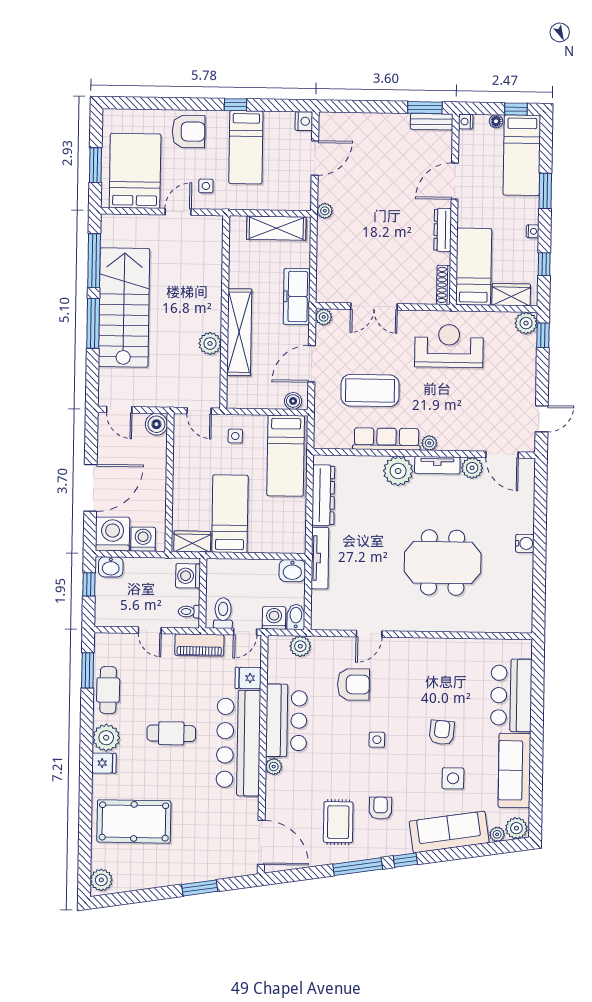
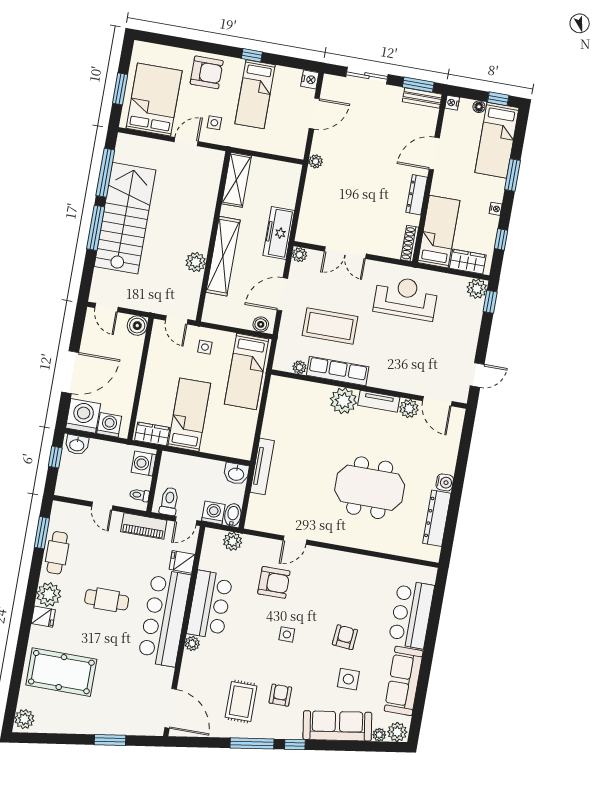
sliding door: (366, 107) -> (367, 76), added
shelving: (276, 228) -> (236, 180), moved, turned 90
plant: (429, 443) -> (299, 367), moved
dresser: (323, 495) -> (437, 518), moved, turned 180

